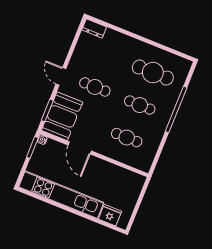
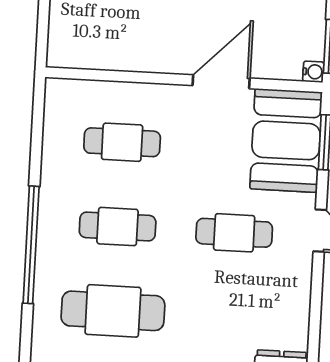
door: (80, 148) -> (221, 82), hinge flipped

